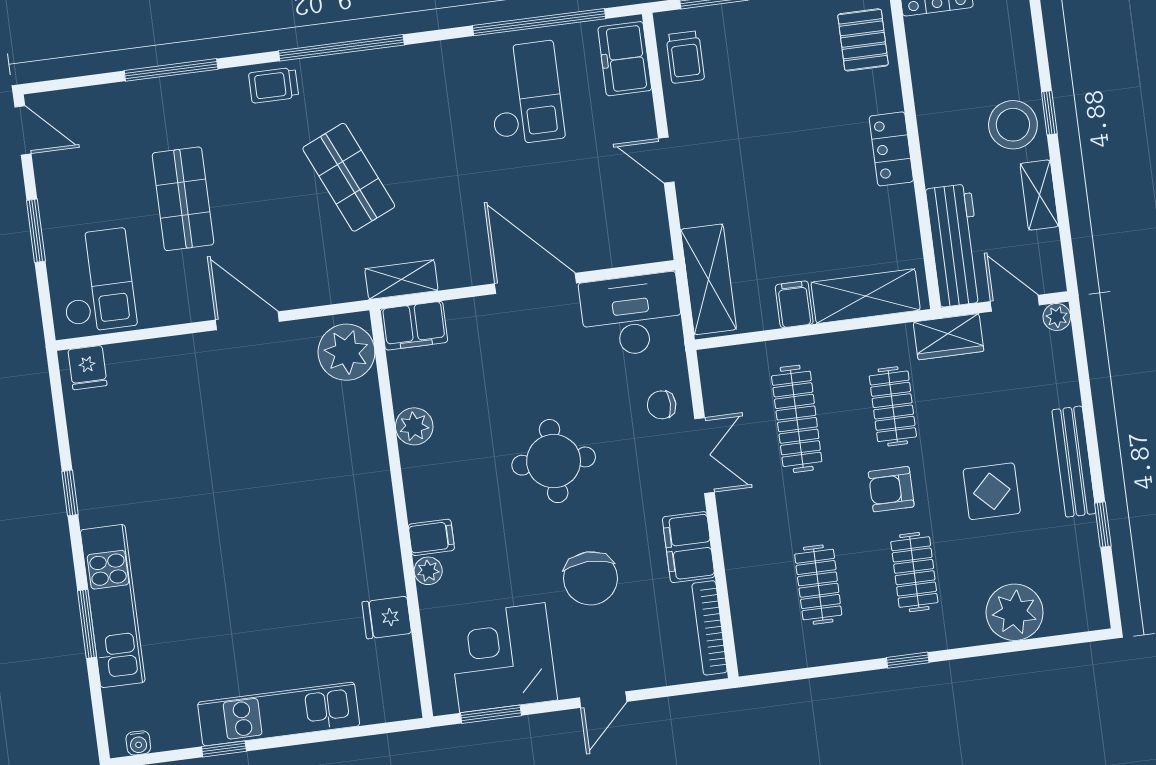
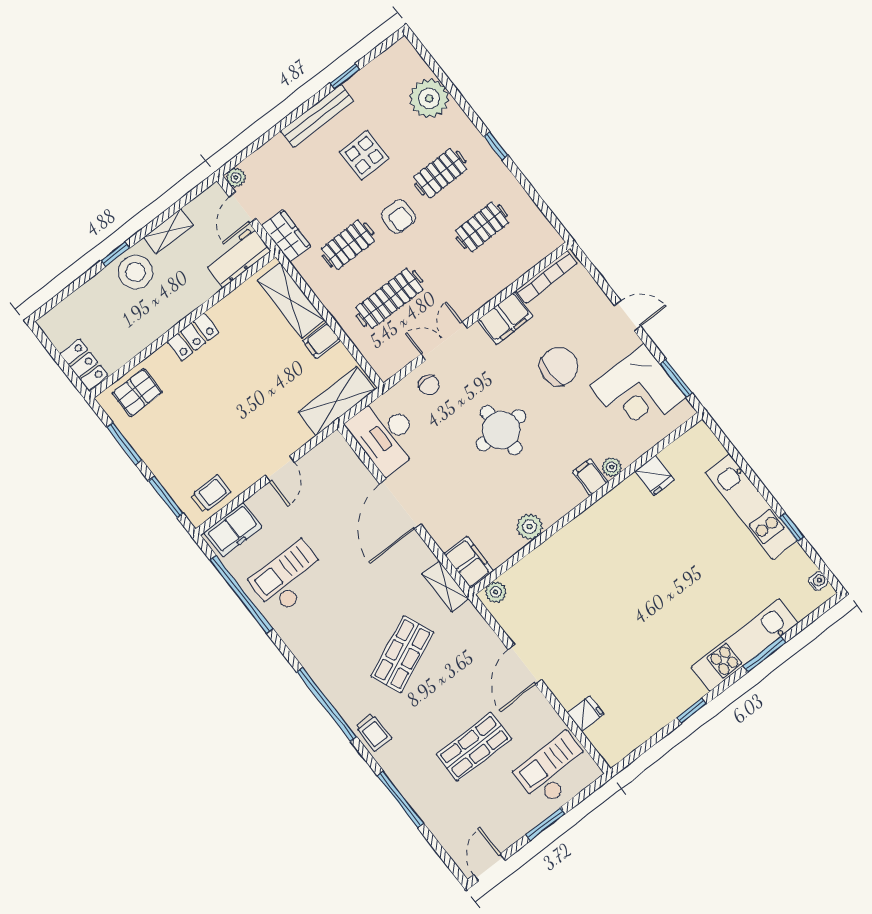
workbench: (955, 245) -> (238, 257), width x0.73
plant: (346, 352) -> (496, 592), width x0.53, depth x0.53
fridge: (87, 368) -> (586, 714), moved

